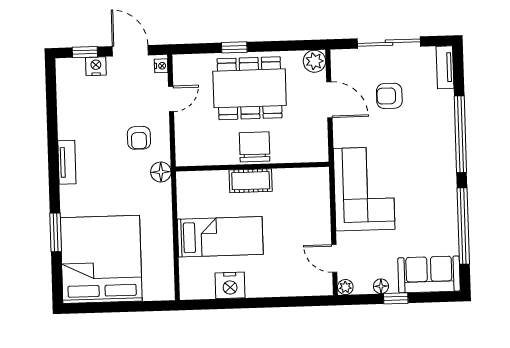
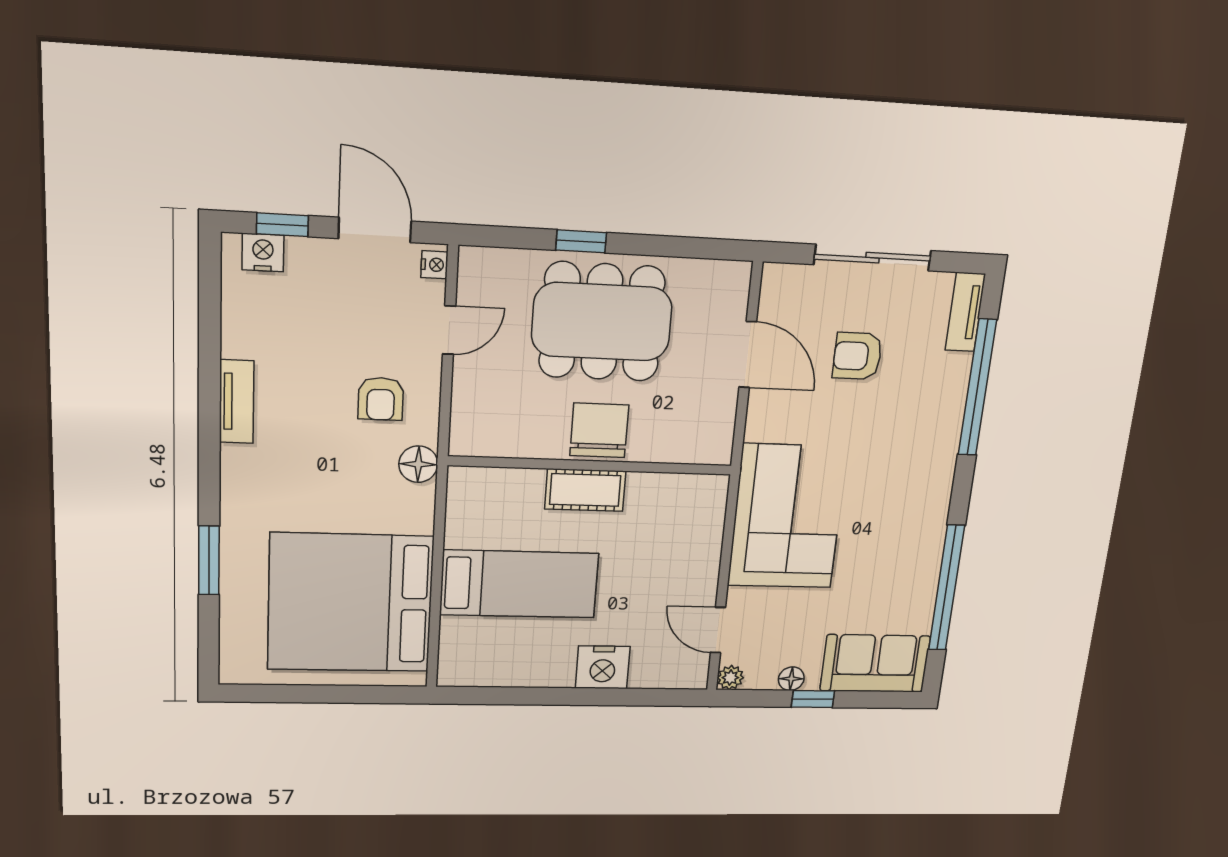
plant: (314, 61) -> (730, 281), removed
nightstand: (96, 66) -> (263, 252), moved
window: (460, 134) -> (977, 388), moved
tv unit: (67, 162) -> (236, 402), moved
bed: (101, 259) -> (350, 603), moved, turned -90
nightstand: (230, 285) -> (603, 667), moved

